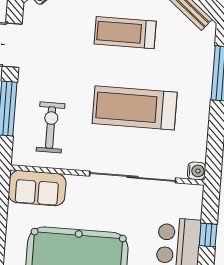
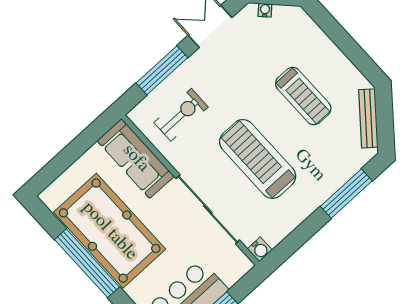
treadmill: (125, 33) -> (303, 96), turned 180
sofa: (37, 188) -> (136, 158), width x1.36

